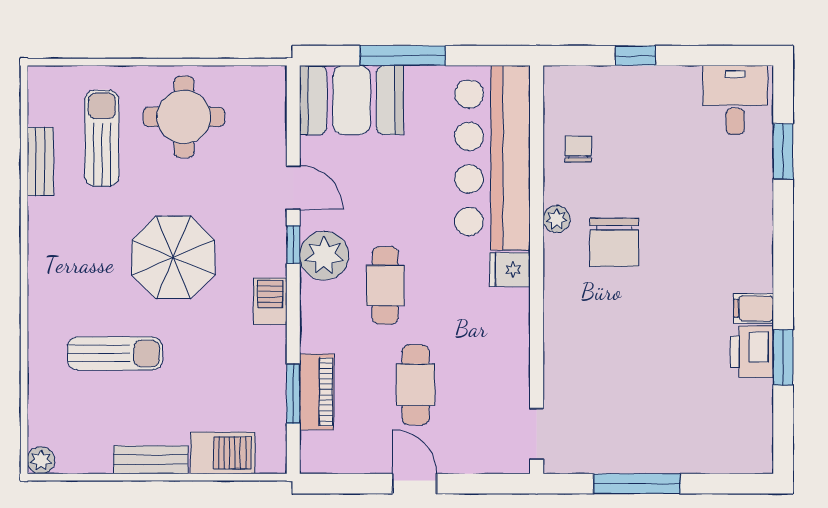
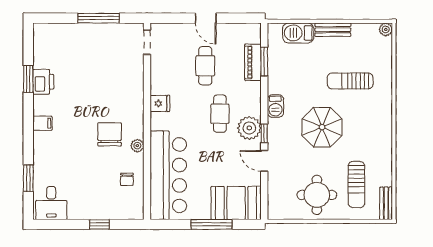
bench: (40, 162) -> (386, 203), moved
fridge: (510, 270) -> (160, 103), moved
filing cabinet: (754, 308) -> (42, 123), moved

